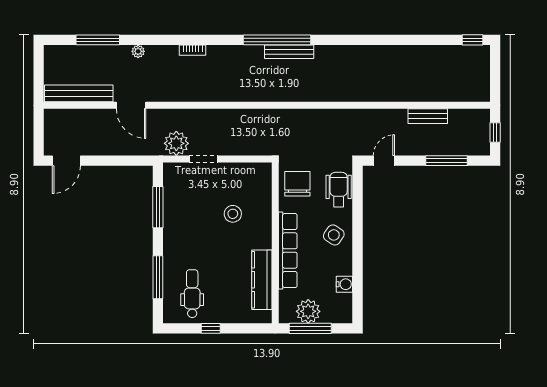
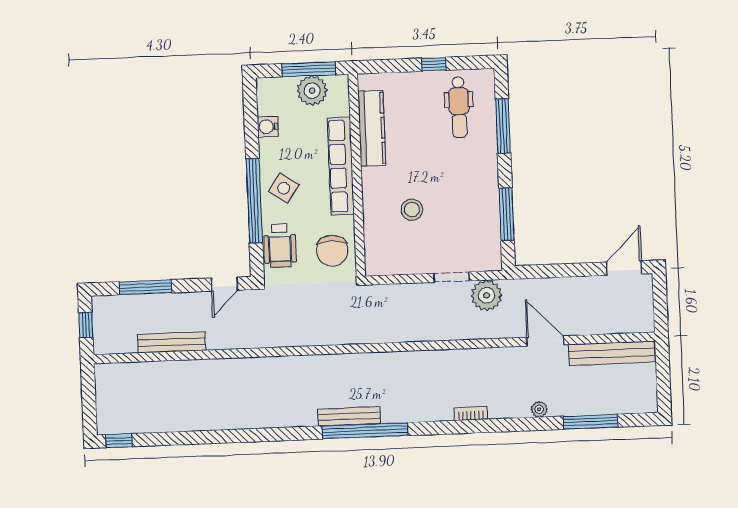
bench: (428, 116) -> (172, 342), width x1.36
window: (358, 226) -> (254, 201), added

